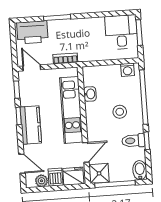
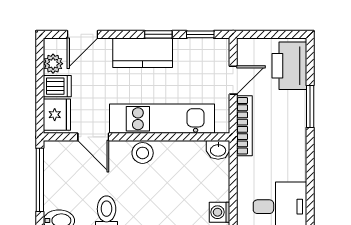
bookcase: (65, 58) -> (244, 126), width x1.56
door: (32, 68) -> (233, 80), moved
washbasin: (90, 94) -> (218, 150), moved
stool: (120, 112) -> (143, 153), moved
shower: (99, 173) -> (58, 156), removed

